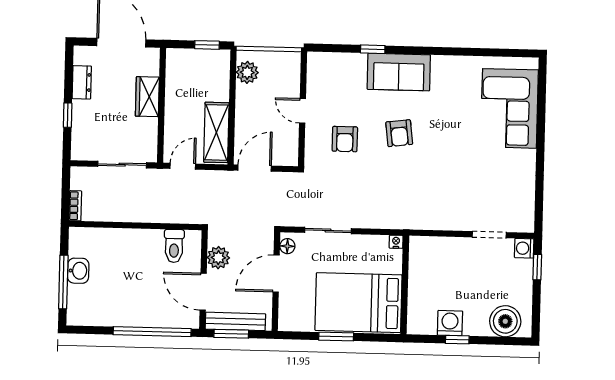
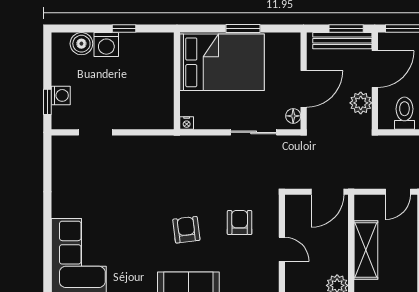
shelving: (216, 132) -> (366, 250), moved
washing machine: (524, 248) -> (61, 95), moved
door: (203, 292) -> (375, 69), hinge flipped
boiler: (505, 321) -> (81, 44), width x0.73, depth x0.73
washing machine: (450, 323) -> (106, 45), moved

